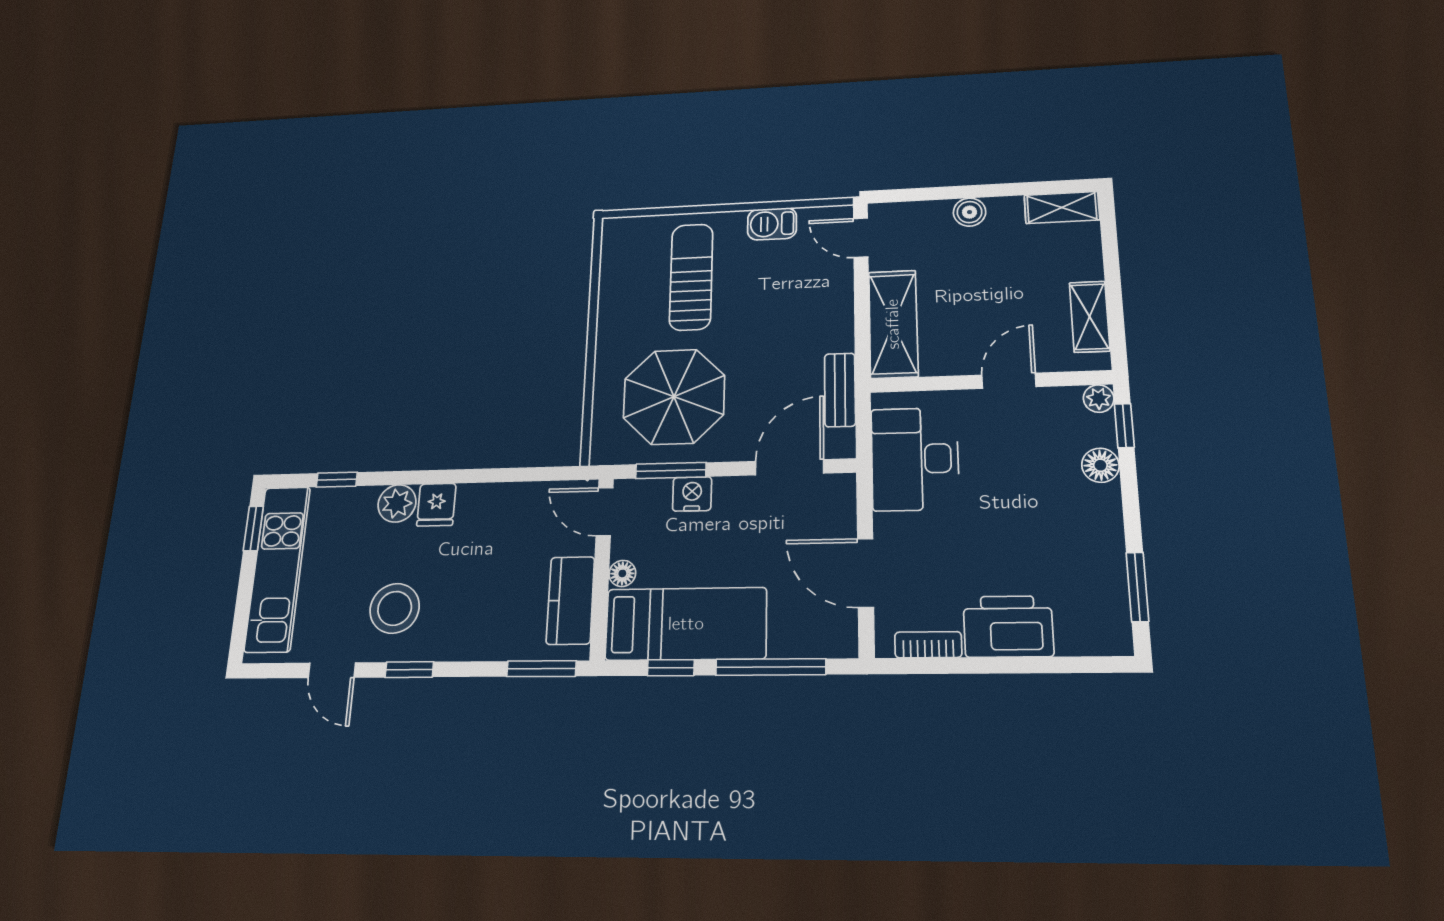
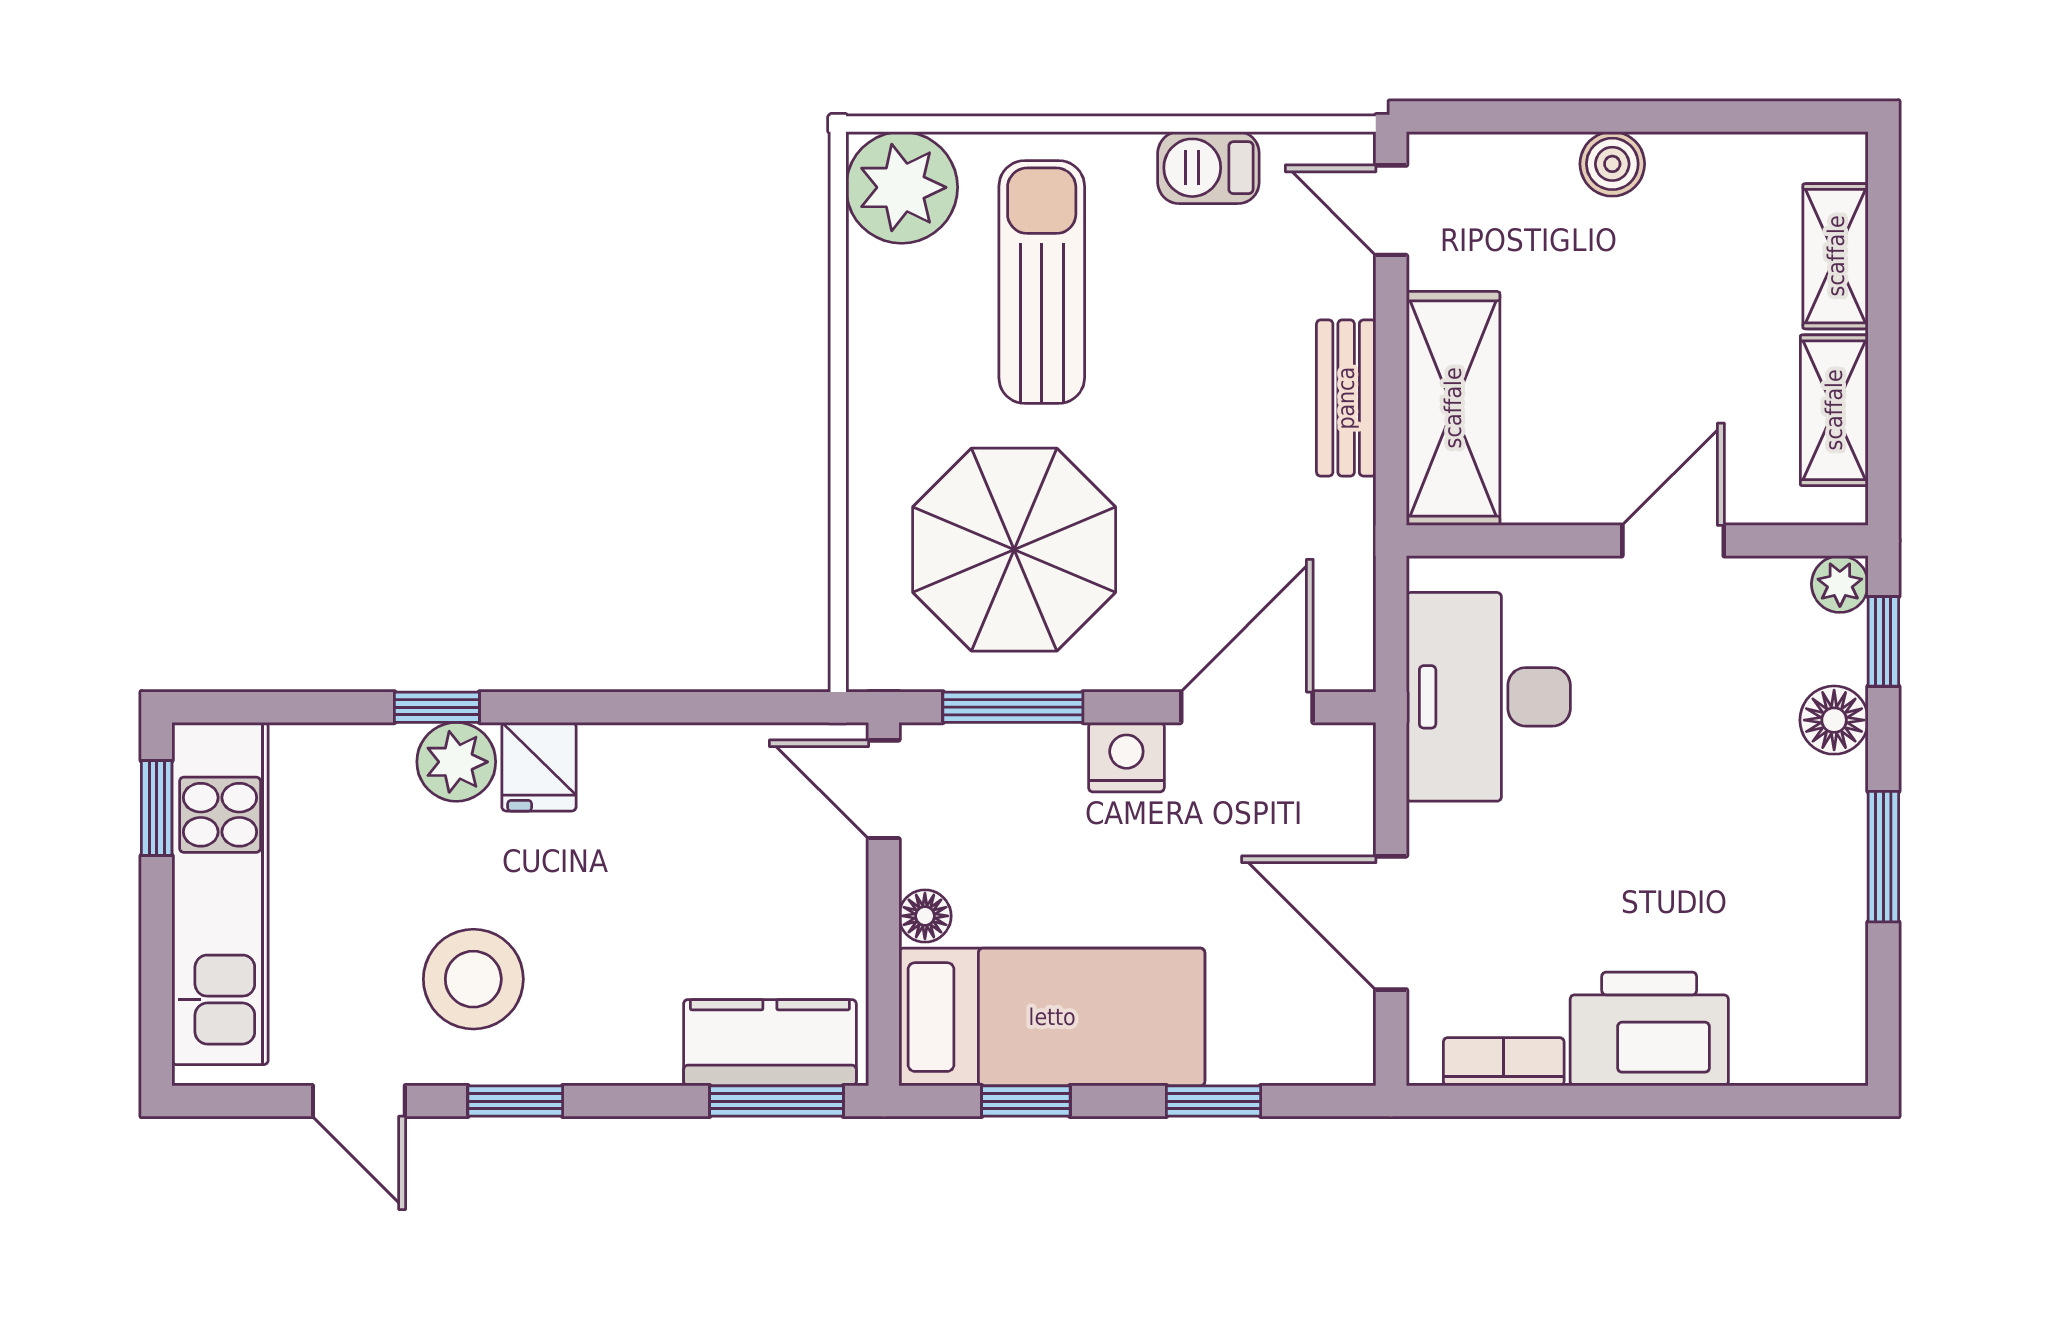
shelving: (1062, 207) -> (1836, 256), moved, turned 90
plant: (627, 240) -> (902, 187), added
bench: (840, 390) -> (1346, 398), moved
window: (337, 480) -> (437, 707), moved
nightstand: (692, 494) -> (1126, 757), moved
window: (1137, 587) -> (1883, 857), moved
kitchen counter: (570, 600) -> (770, 1043), moved, turned 90
window: (771, 667) -> (1213, 1101), width x0.46

